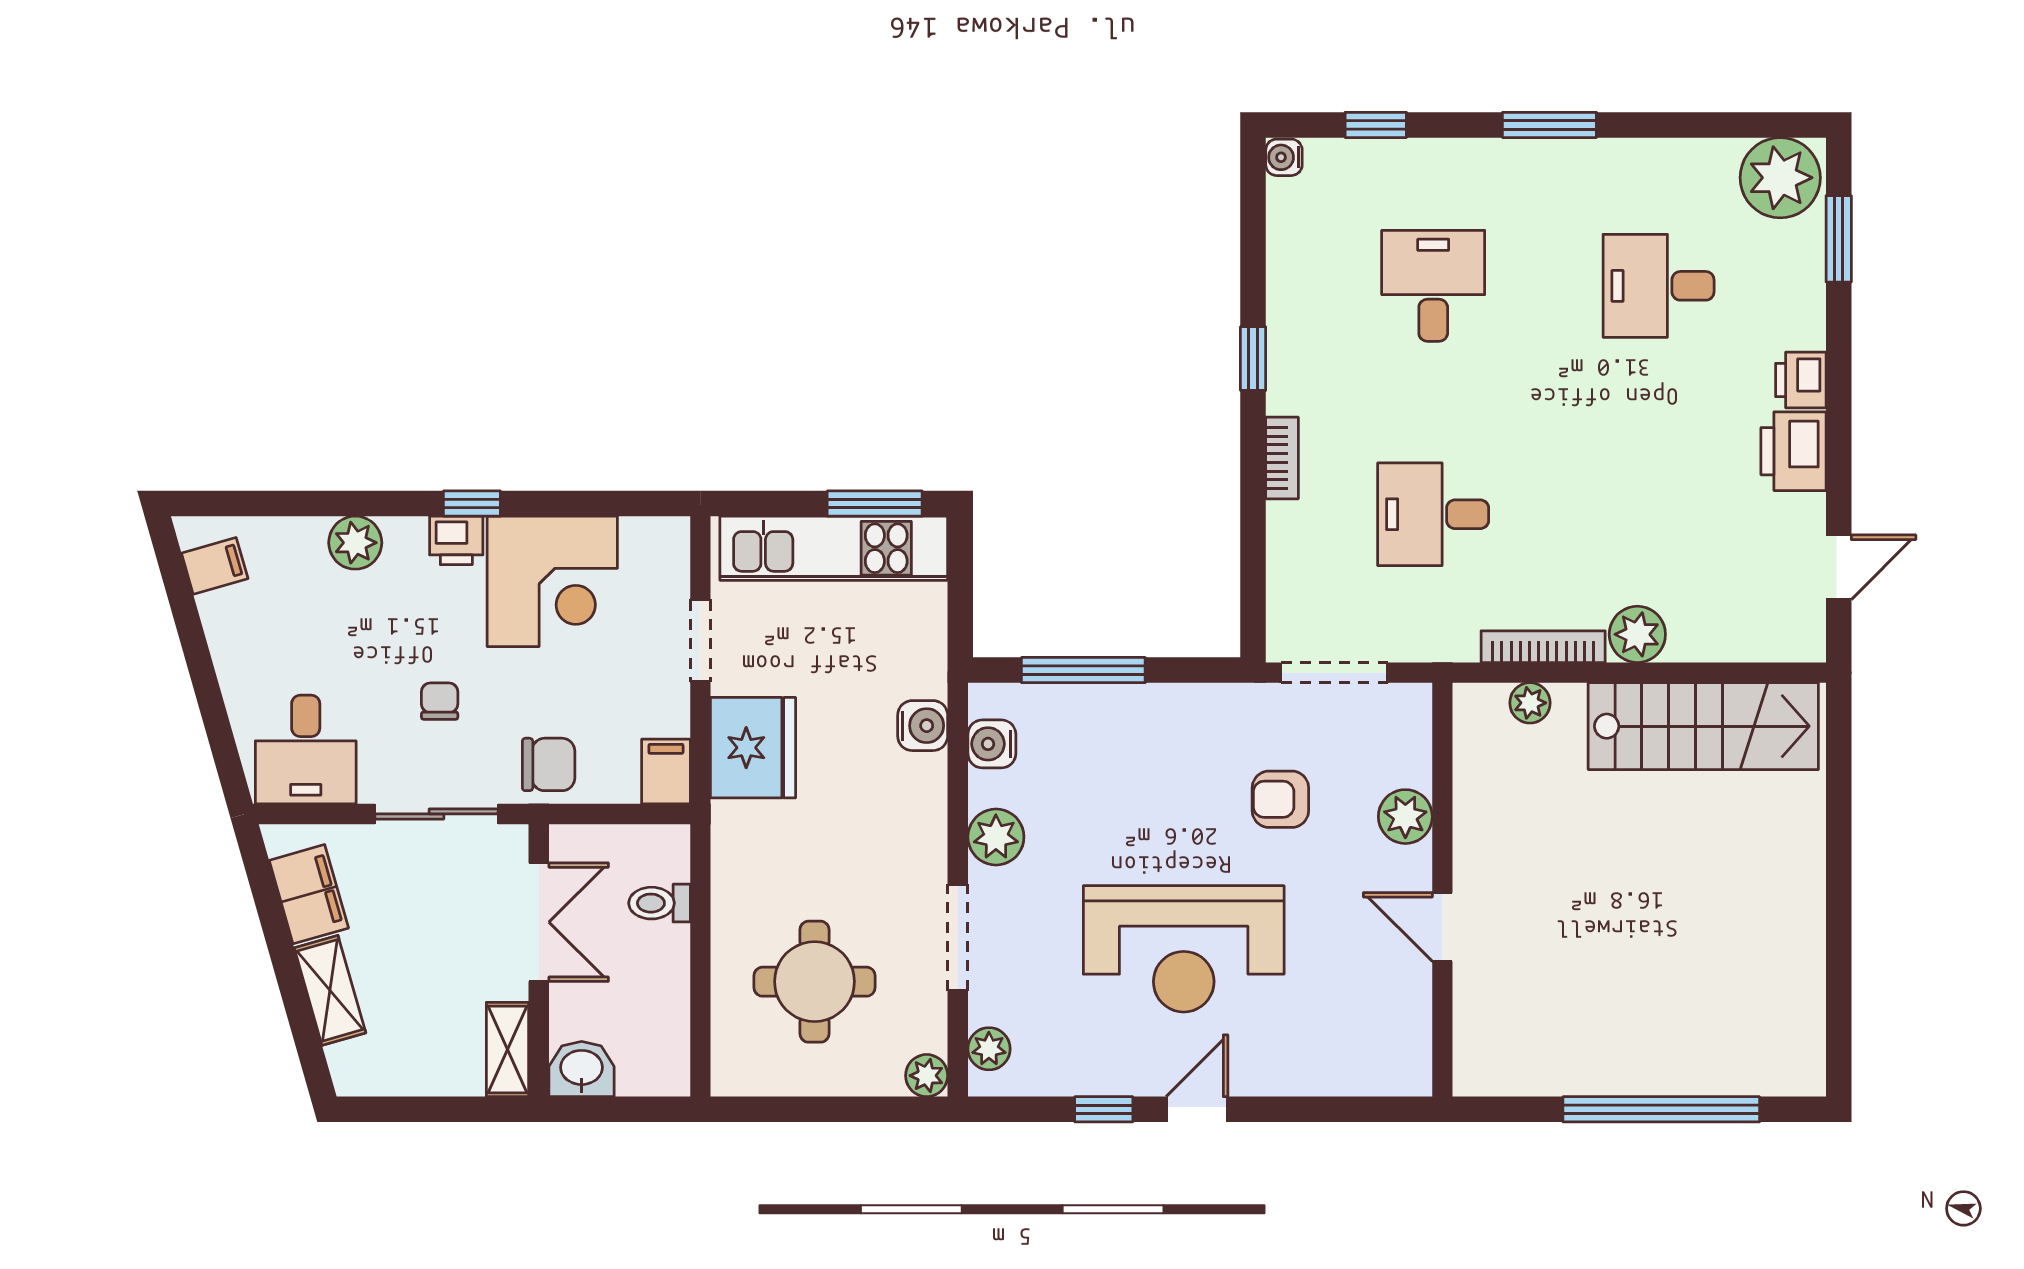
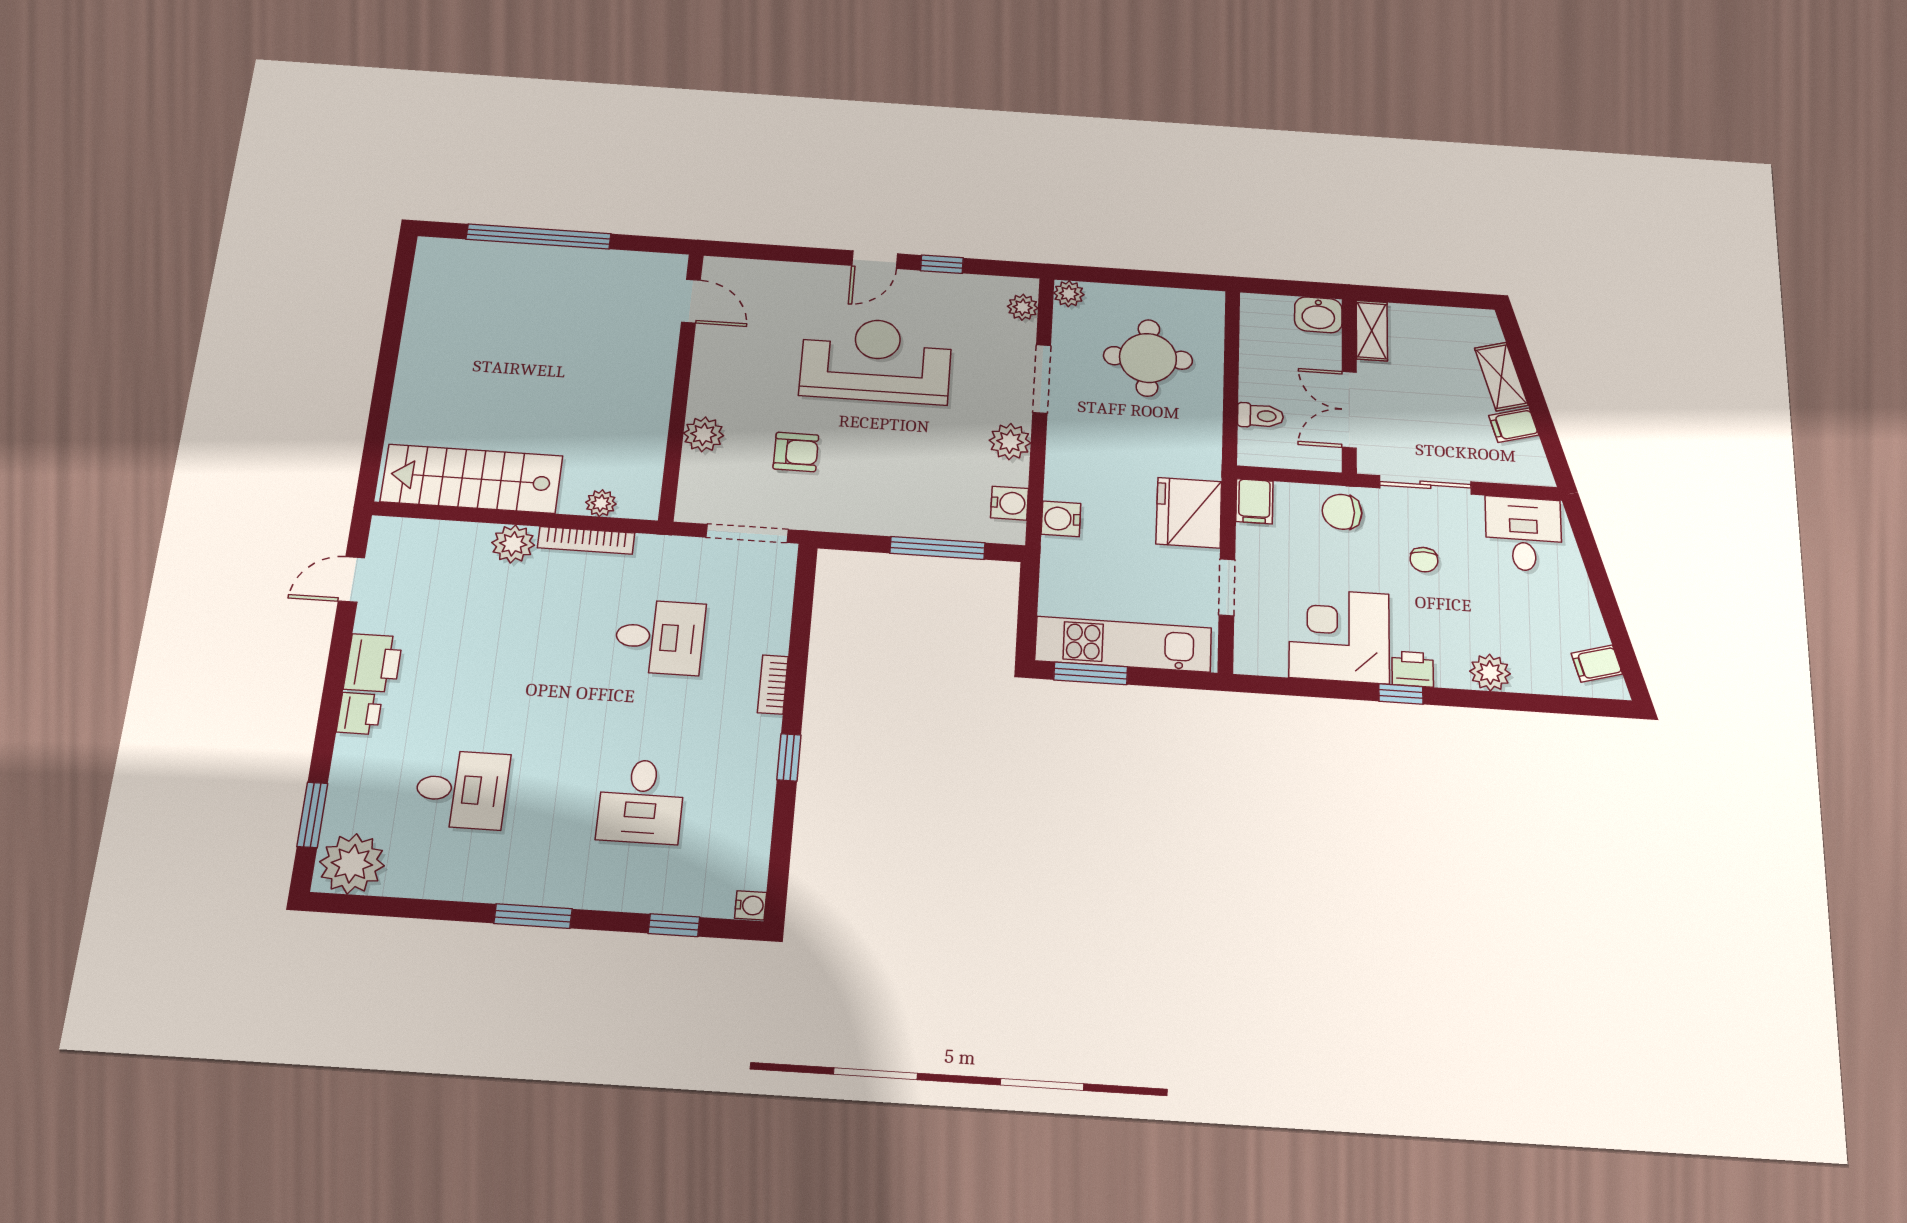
filing cabinet: (309, 894) -> (1514, 425), width x0.50
door: (1442, 927) -> (691, 301), moved

